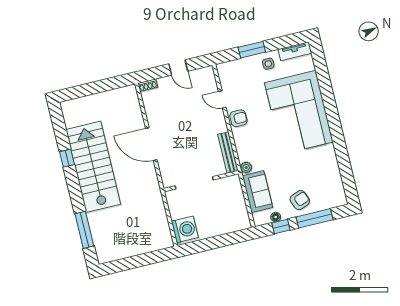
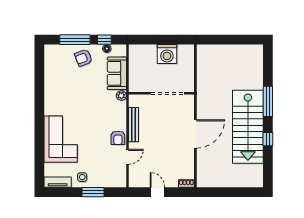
door: (222, 99) -> (127, 157), hinge flipped
corner sofa: (299, 112) -> (61, 139), width x0.73, depth x0.74
armchair: (238, 118) -> (118, 138), turned -90
door: (151, 144) -> (195, 134), hinge flipped
bench: (228, 153) -> (133, 125), moved
washing machine: (185, 229) -> (167, 54), moved, turned -90
window: (84, 230) -> (268, 101), moved

